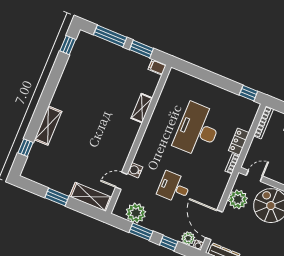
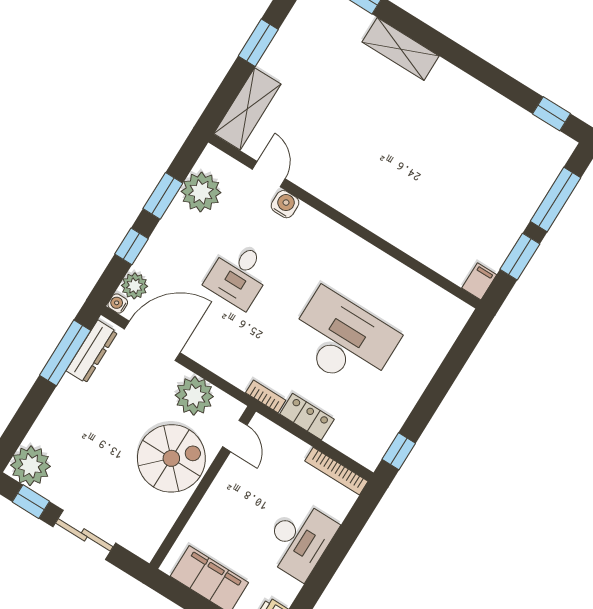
shelving: (142, 108) -> (404, 238), removed
desk: (174, 187) -> (239, 275), turned 180

